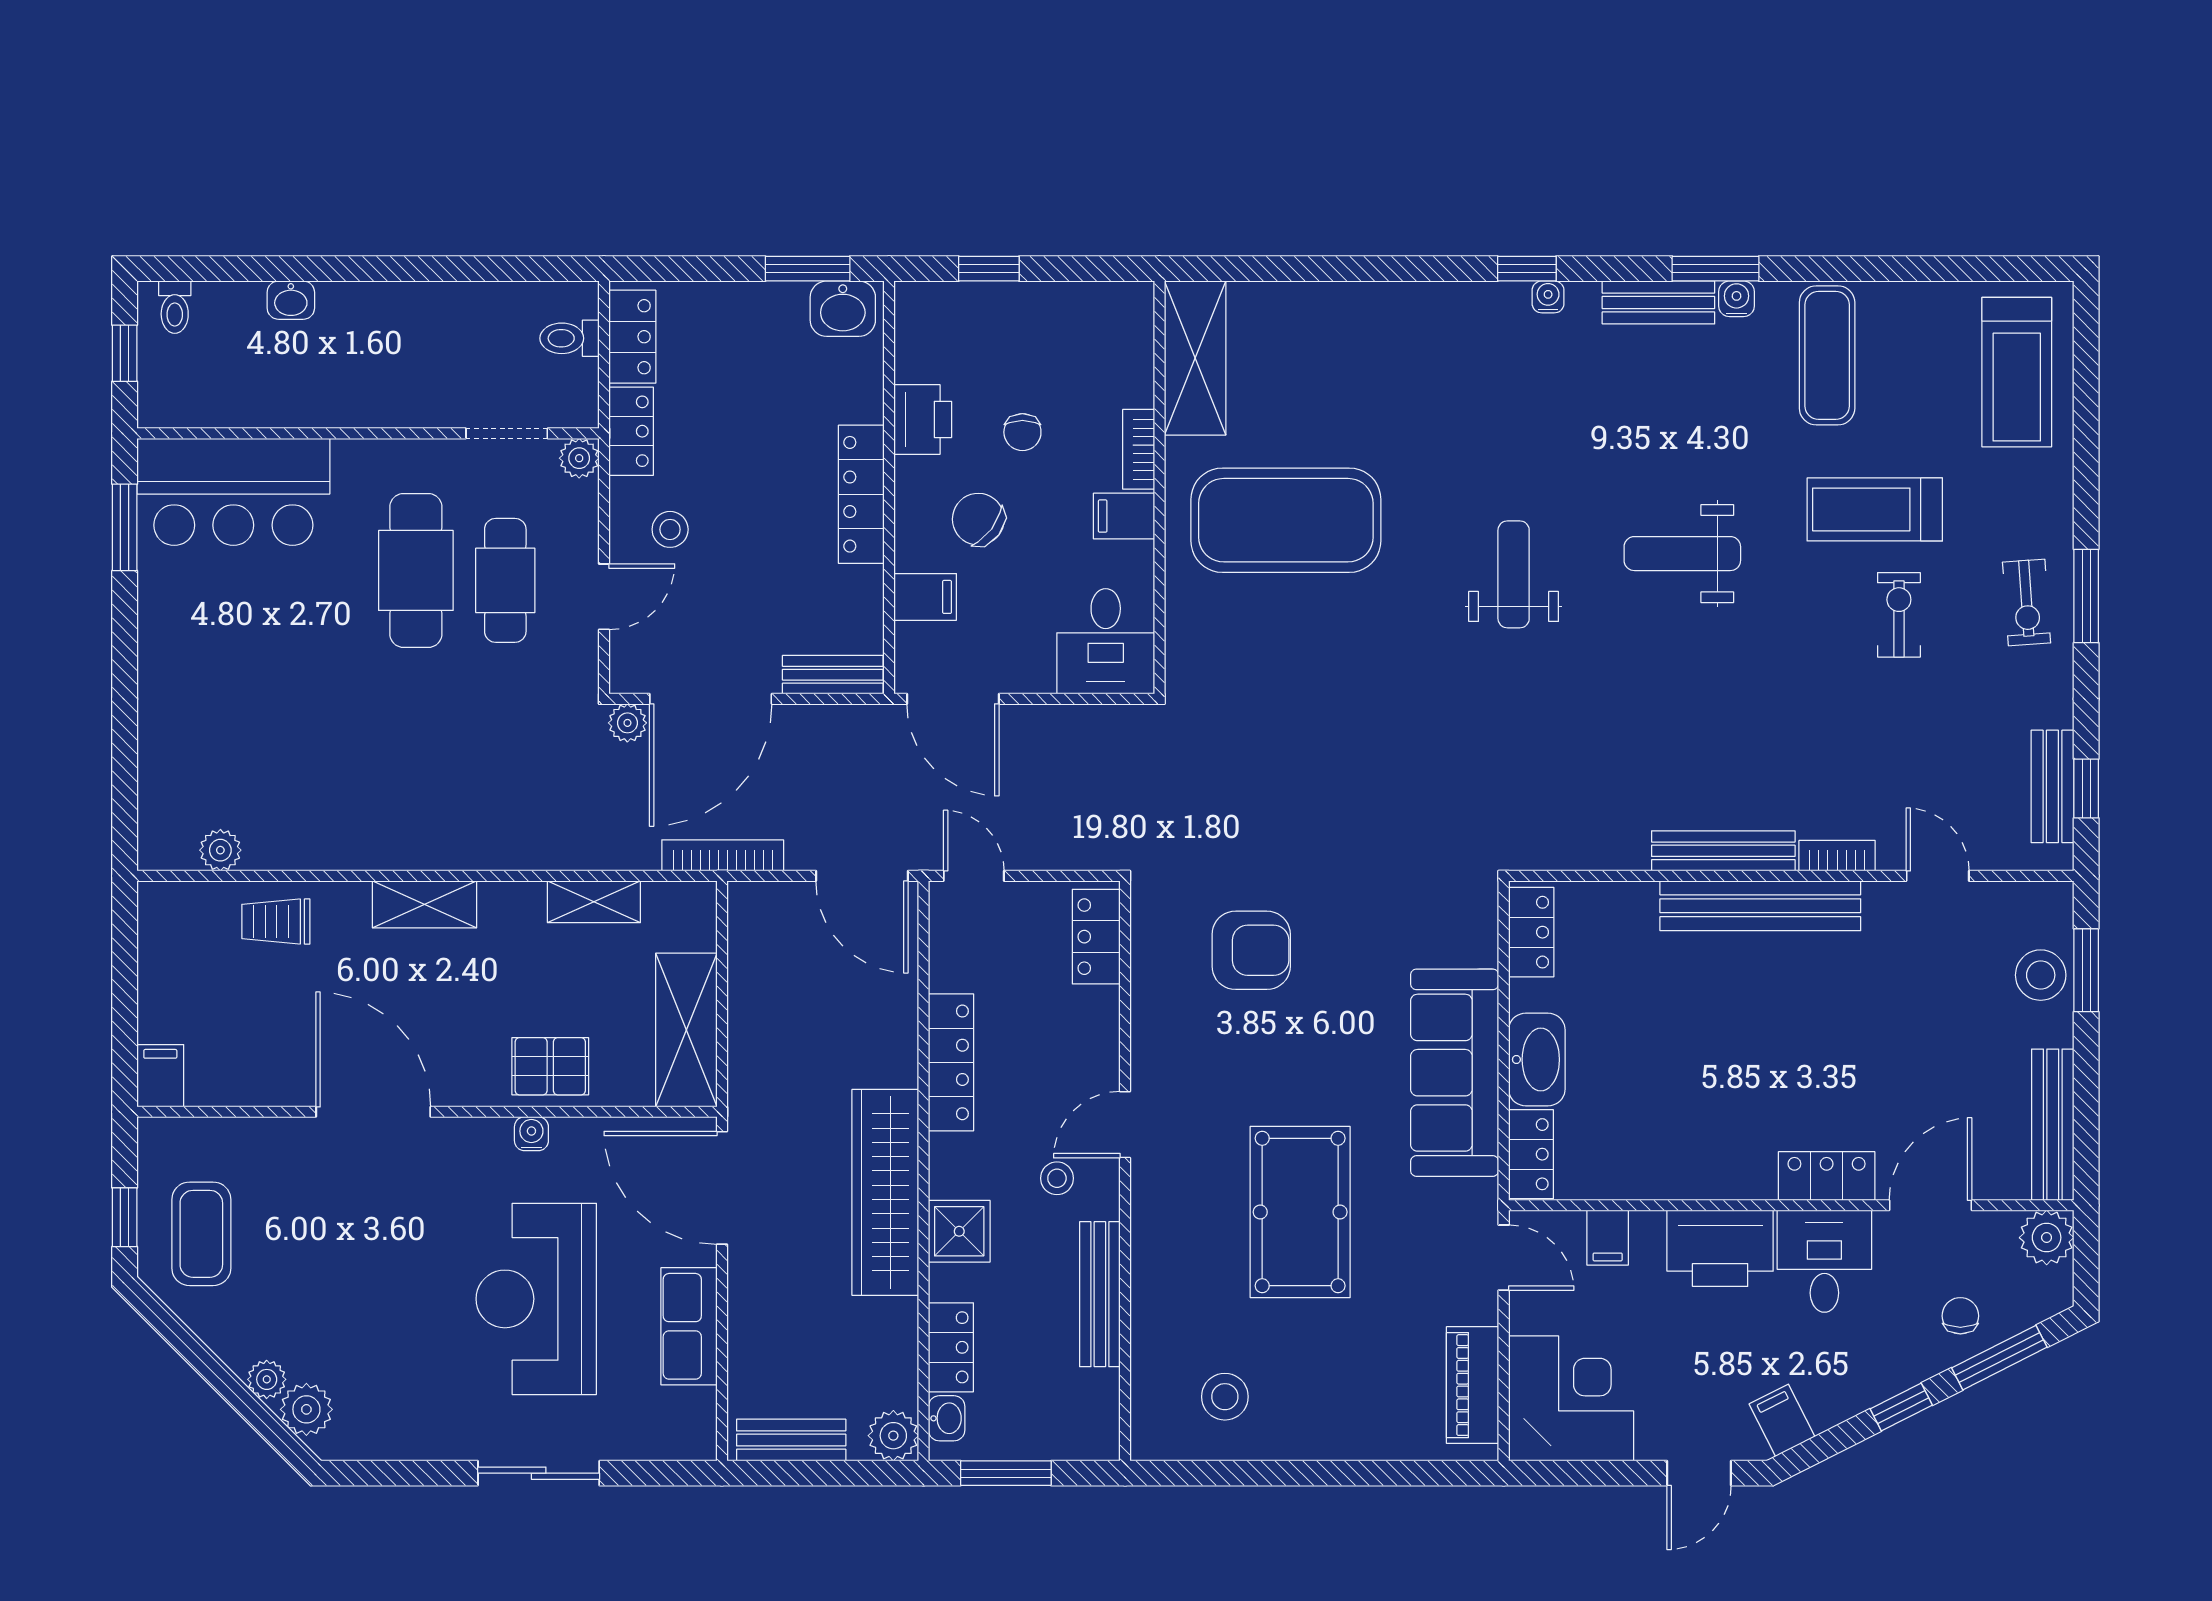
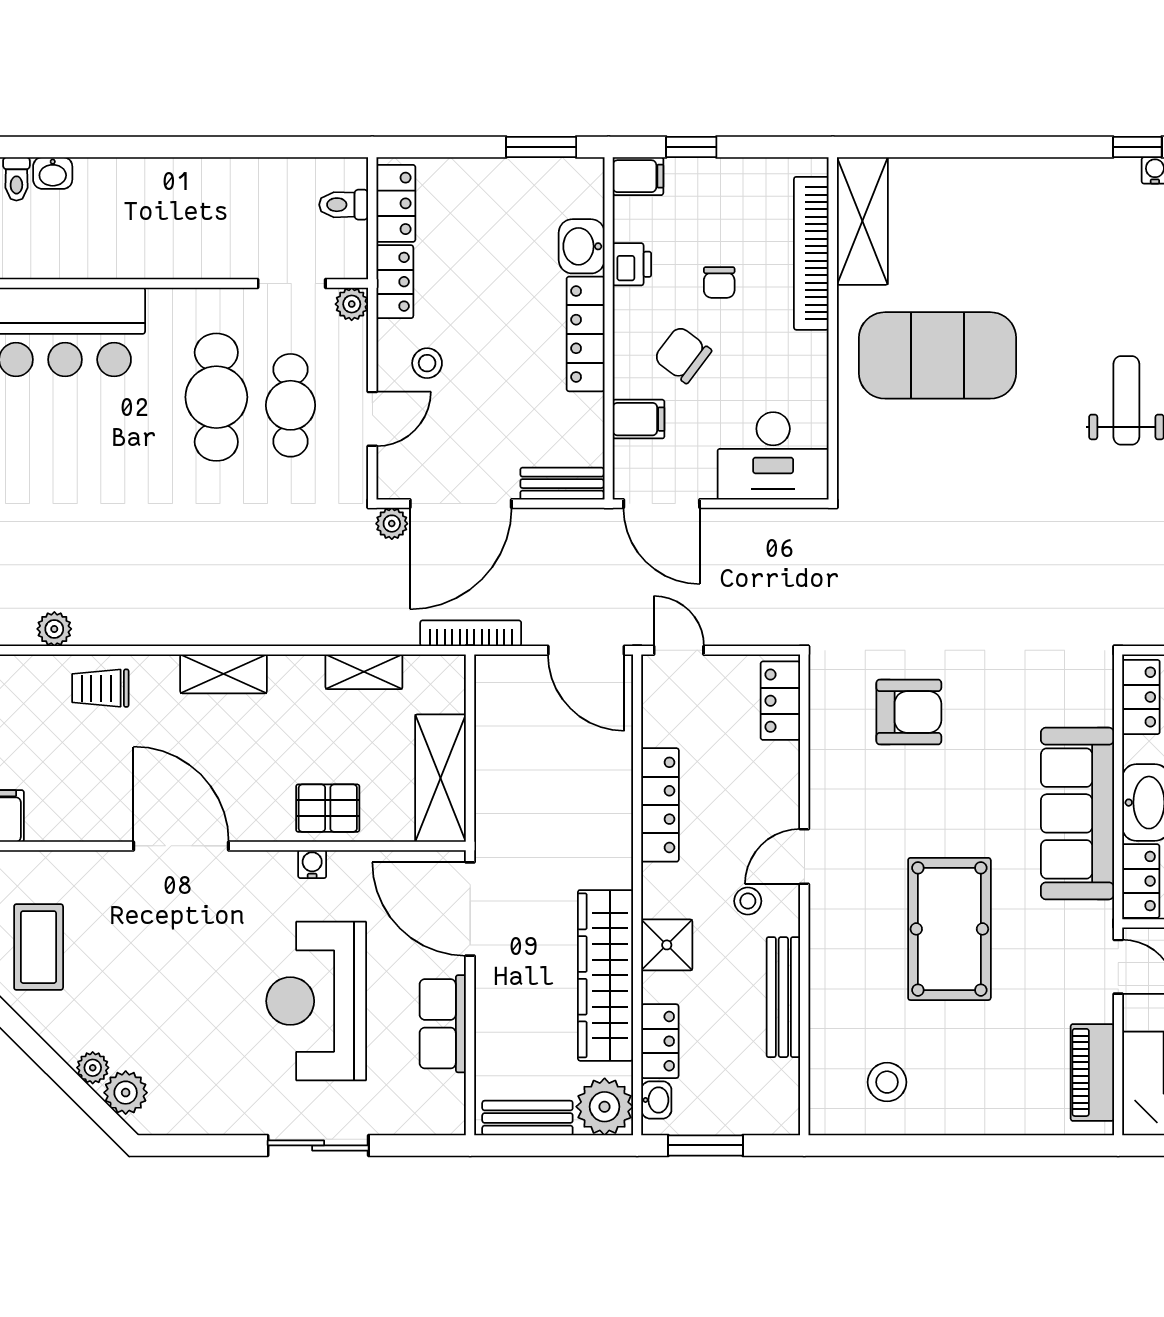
washbasin: (291, 300) -> (53, 173), moved
washbasin: (843, 309) -> (582, 246), moved, turned 90
printer: (923, 419) -> (632, 264), width x0.73, depth x0.81
bookcase: (1139, 449) -> (811, 253), width x2.31, depth x1.31
filing cabinet: (1124, 516) -> (638, 176), moved, turned 180
desk: (1106, 641) -> (773, 456), width x1.37
wardrobe: (885, 1192) -> (605, 975), moved
plant: (893, 1436) -> (605, 1107), width x1.36, depth x1.36

